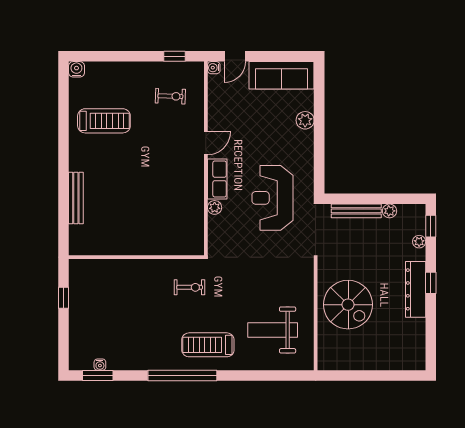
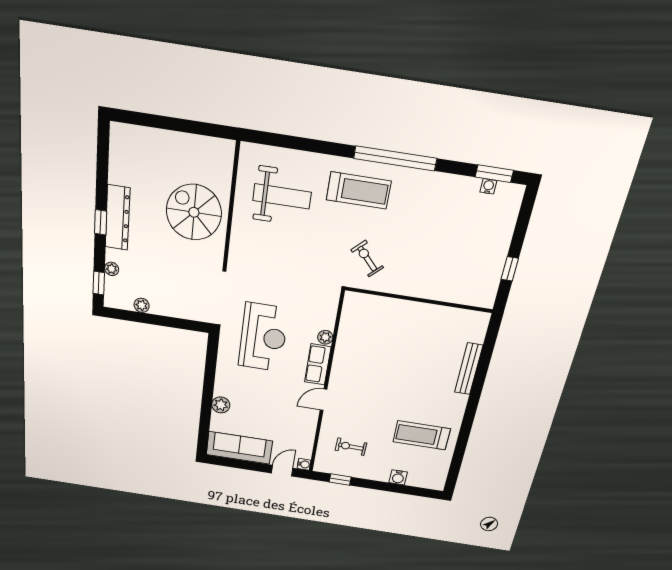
water cooler: (76, 69) -> (398, 477), moved
bench: (356, 211) -> (177, 311), removed
exercise bike: (190, 287) -> (367, 259), turned 47

